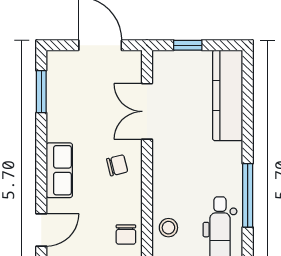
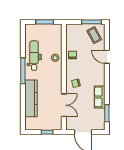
kitchen counter: (228, 95) -> (31, 98), moved
row of seats: (59, 170) -> (100, 97), moved
door: (41, 230) -> (107, 57), hinge flipped

